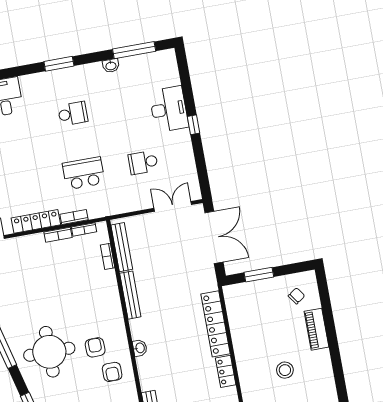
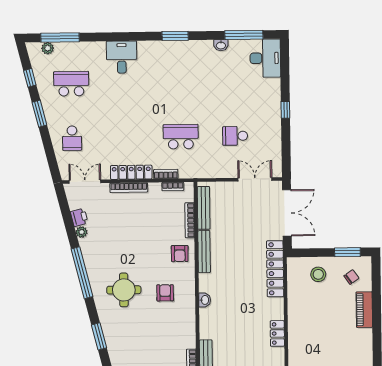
desk: (169, 109) -> (265, 58), moved
school desk: (73, 114) -> (180, 82), removed
bookcase: (58, 235) -> (129, 188), moved, width x1.56
bookcase: (108, 256) -> (190, 220), width x1.56
window: (259, 275) -> (347, 252), moved
locker: (216, 324) -> (275, 269), moved
round table: (49, 352) -> (124, 290), width x0.73, depth x0.73
stool: (285, 370) -> (318, 274), moved
armchair: (112, 372) -> (180, 254), moved

